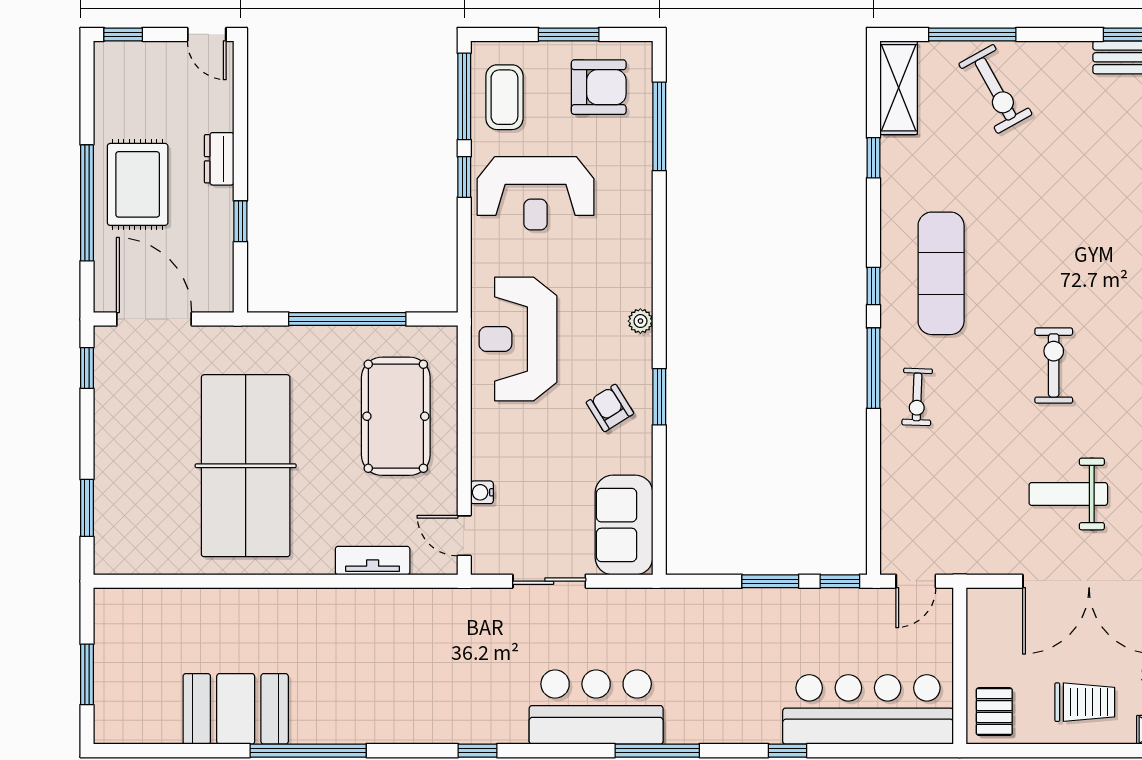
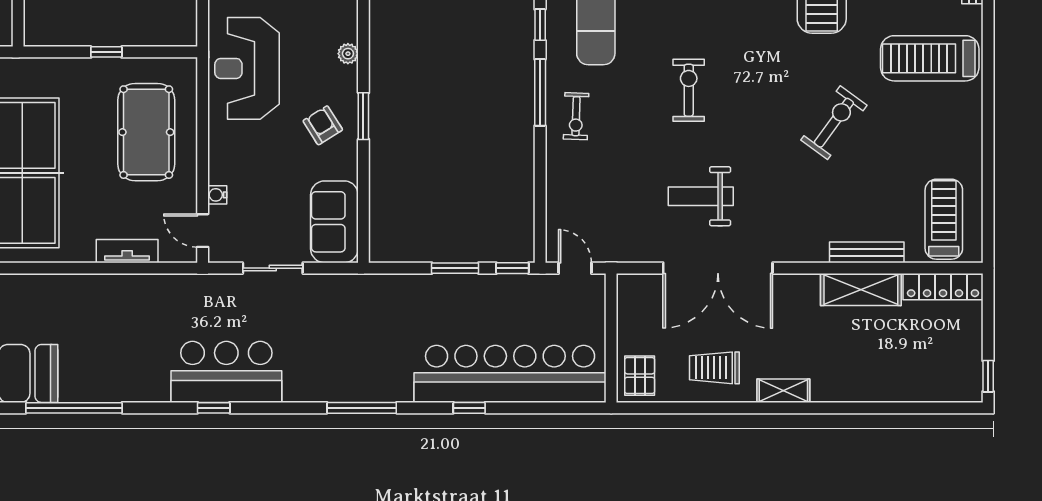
window: (347, 319) -> (106, 52), width x0.32
door: (916, 581) -> (575, 268), swing flipped
trolley: (1085, 702) -> (714, 368), turned 180
bar counter: (596, 707) -> (226, 372), moved
bar counter: (868, 709) -> (510, 374), width x1.36

